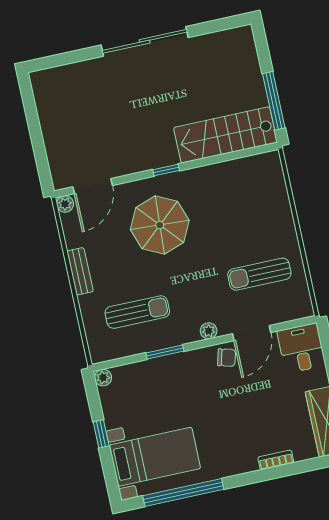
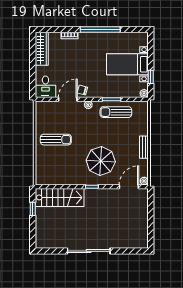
window: (274, 101) -> (33, 209), width x0.46
sun lounger: (259, 274) -> (56, 140), moved
sun lounger: (137, 312) -> (116, 112), moved
window: (101, 434) -> (151, 77), moved
bed with nightstands: (155, 457) -> (127, 64), moved
window: (183, 493) -> (100, 30), moved

